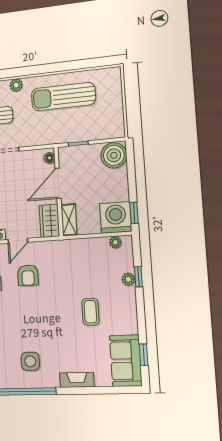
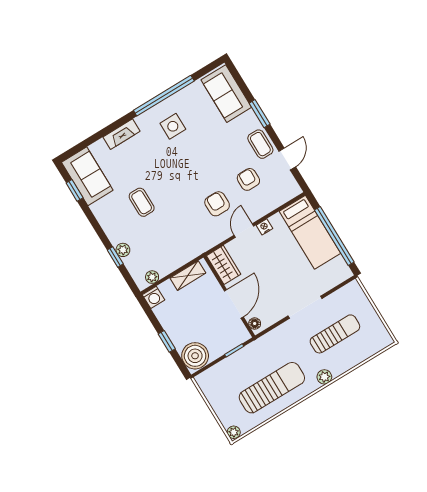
plant: (115, 73) -> (234, 432), added
window: (134, 213) -> (167, 341), moved
washing machine: (116, 217) -> (153, 297), width x0.53, depth x0.53
shelving: (69, 220) -> (188, 276), moved, turned 90

